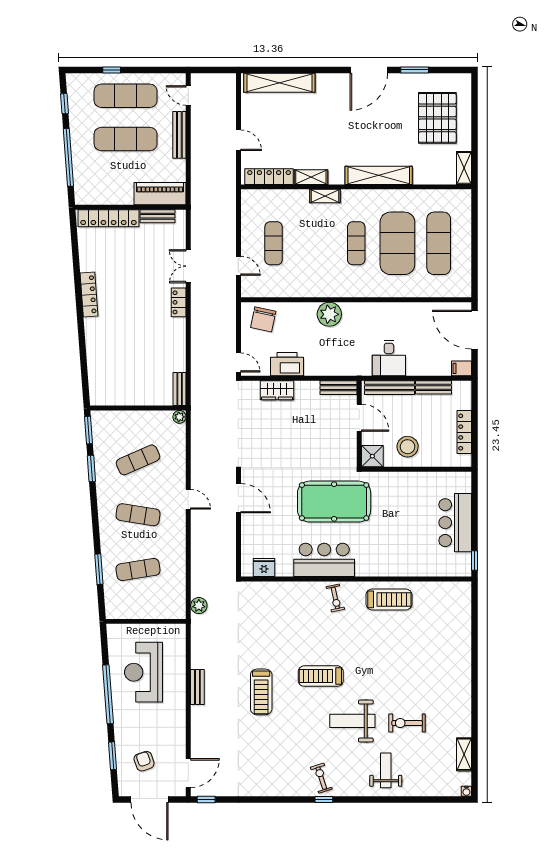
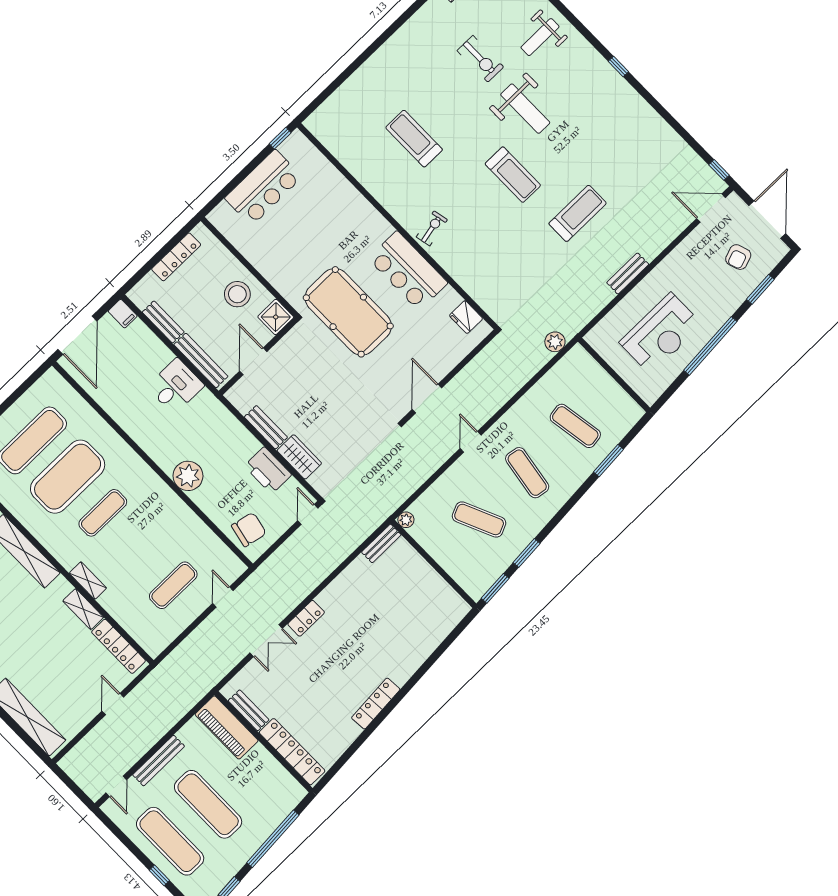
bench: (338, 388) -> (266, 427), moved
treadmill: (389, 599) -> (414, 139), moved
exercise bike: (321, 778) -> (602, 87), removed

